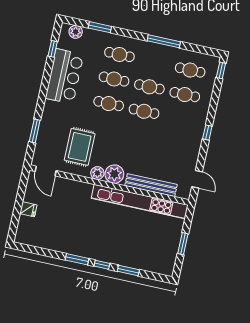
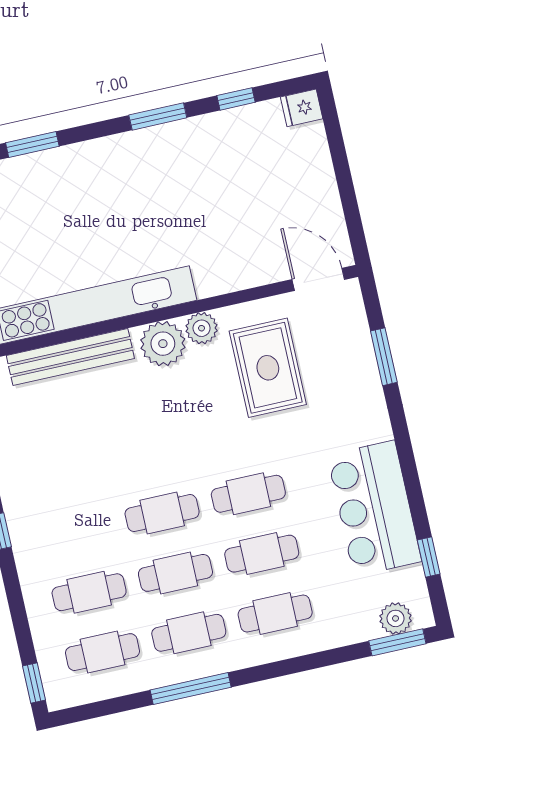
window: (100, 27) -> (397, 642), moved
cafe table: (155, 62) -> (189, 633), added
fridge: (28, 209) -> (302, 108), moved
window: (102, 265) -> (236, 99), moved

